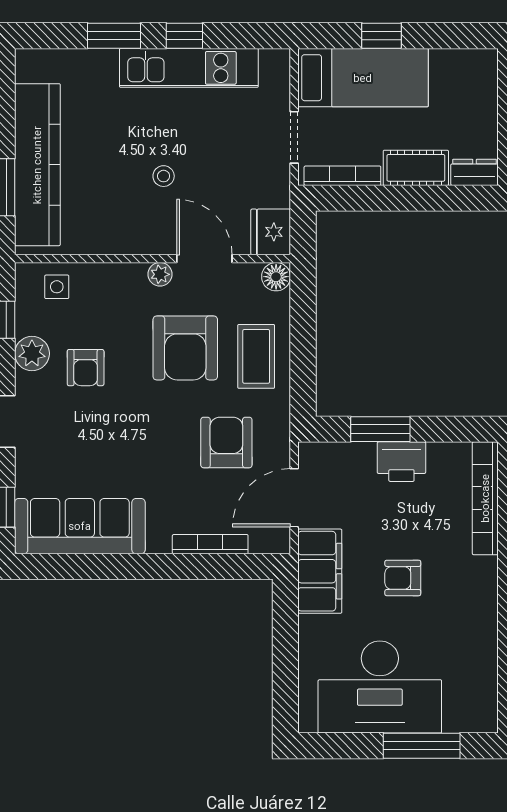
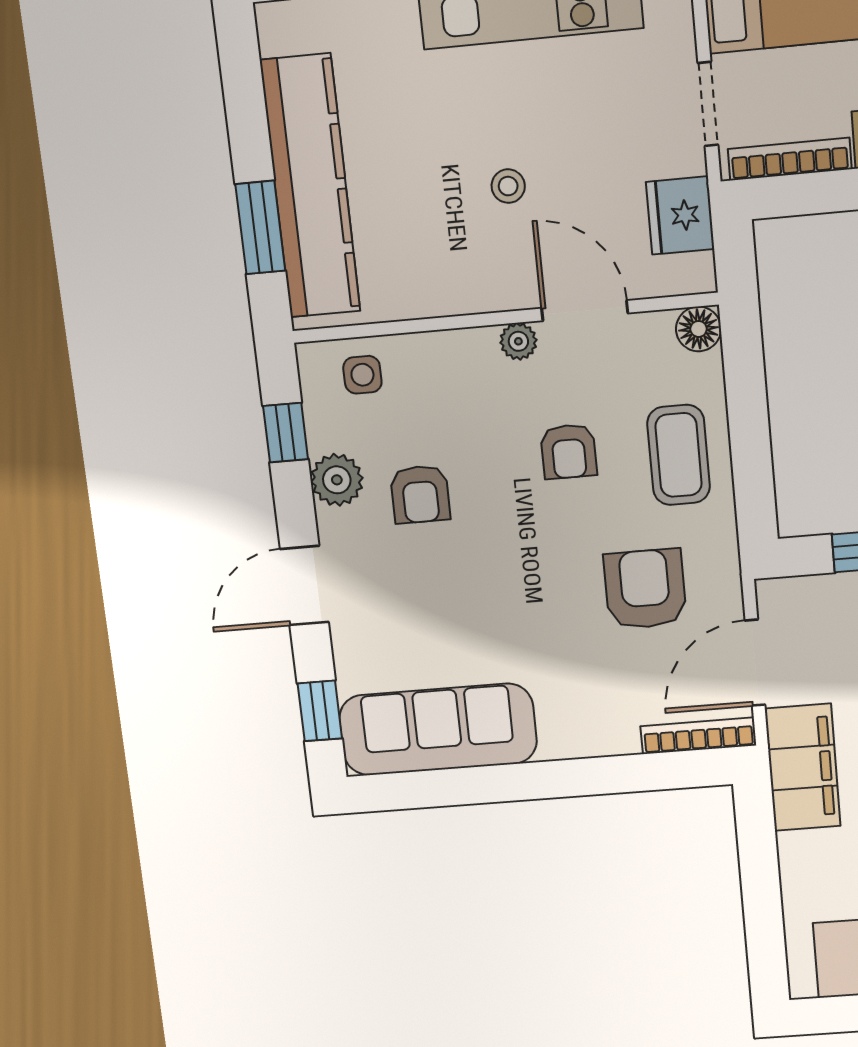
fridge: (271, 232) -> (680, 215), moved
armchair: (185, 348) -> (569, 451), width x0.53, depth x0.53
bookcase: (210, 544) -> (698, 736), moved

